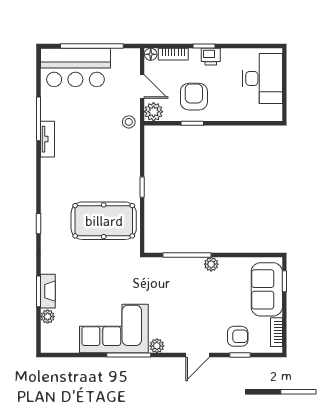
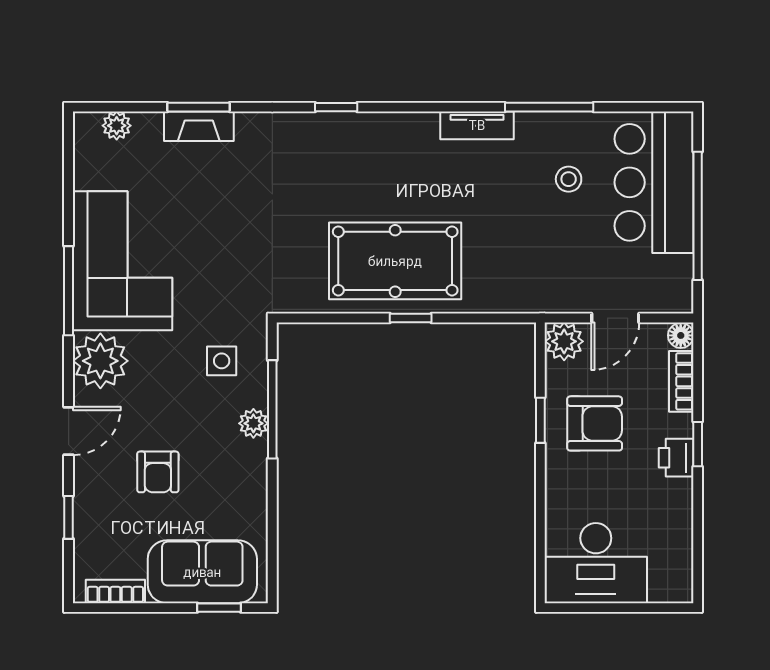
desk: (263, 78) -> (596, 563), moved
stool: (129, 122) -> (569, 179), moved
tv unit: (47, 139) -> (477, 125), moved
pool table: (104, 221) -> (395, 261), moved, turned 90
plant: (211, 264) -> (253, 423), moved
side table: (163, 280) -> (222, 361), added
plant: (48, 317) -> (117, 126), moved
armchair: (238, 336) -> (158, 472), moved
plant: (157, 346) -> (100, 361), width x1.87, depth x1.87
door: (198, 355) -> (69, 431), swing flipped

